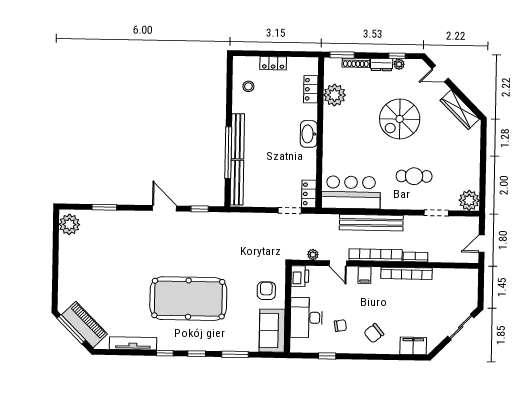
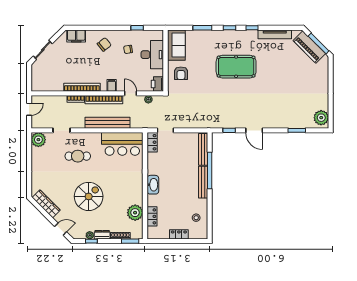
pool table: (188, 299) -> (236, 67), width x0.73, depth x0.76

